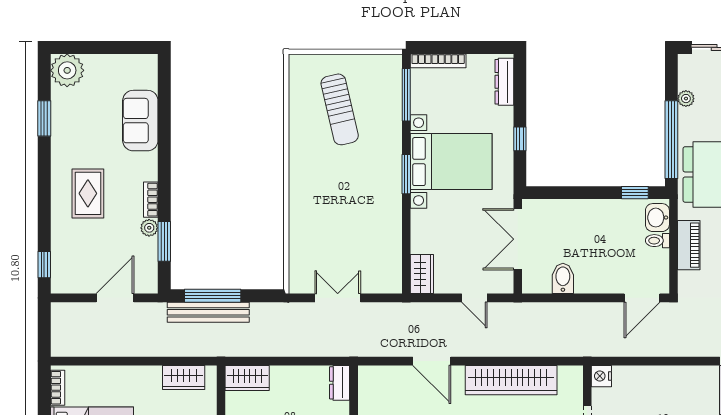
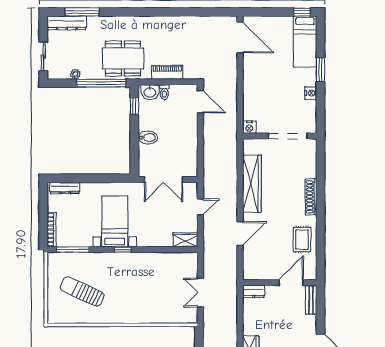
sun lounger: (340, 109) -> (82, 291), turned -142
window: (520, 139) -> (101, 178), removed
bed with nightstands: (451, 162) -> (115, 221), width x0.73
window: (406, 174) -> (123, 250), width x0.67
bidet: (563, 278) -> (148, 138), moved, turned 180

